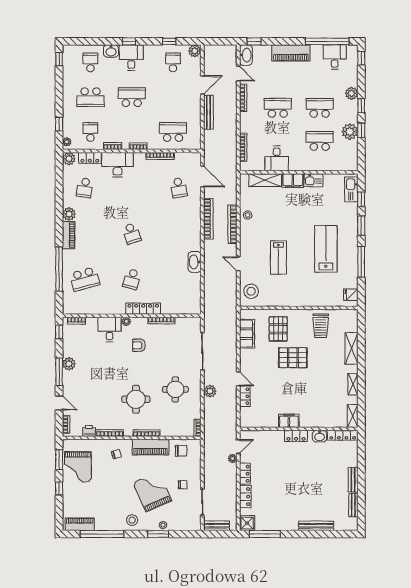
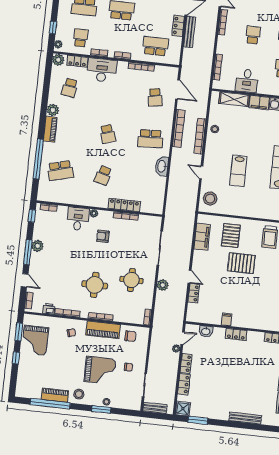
locker: (195, 107) -> (178, 26), added
school desk: (278, 108) -> (253, 35), width x0.54
school desk: (179, 233) -> (150, 139), added
locker: (143, 309) -> (124, 205), moved
filing cabinet: (289, 421) -> (227, 320), width x0.50
washbasin: (320, 436) -> (206, 331), moved
grand piano: (152, 492) -> (100, 370), turned 114
piano: (80, 524) -> (55, 395), moved
window: (265, 534) -> (198, 420), width x0.69

